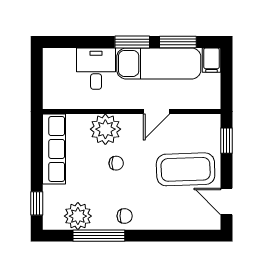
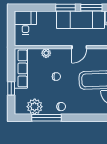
desk: (96, 69) -> (25, 23), moved
plant: (105, 129) -> (46, 53), width x0.53, depth x0.53
window: (37, 203) -> (11, 88), moved

